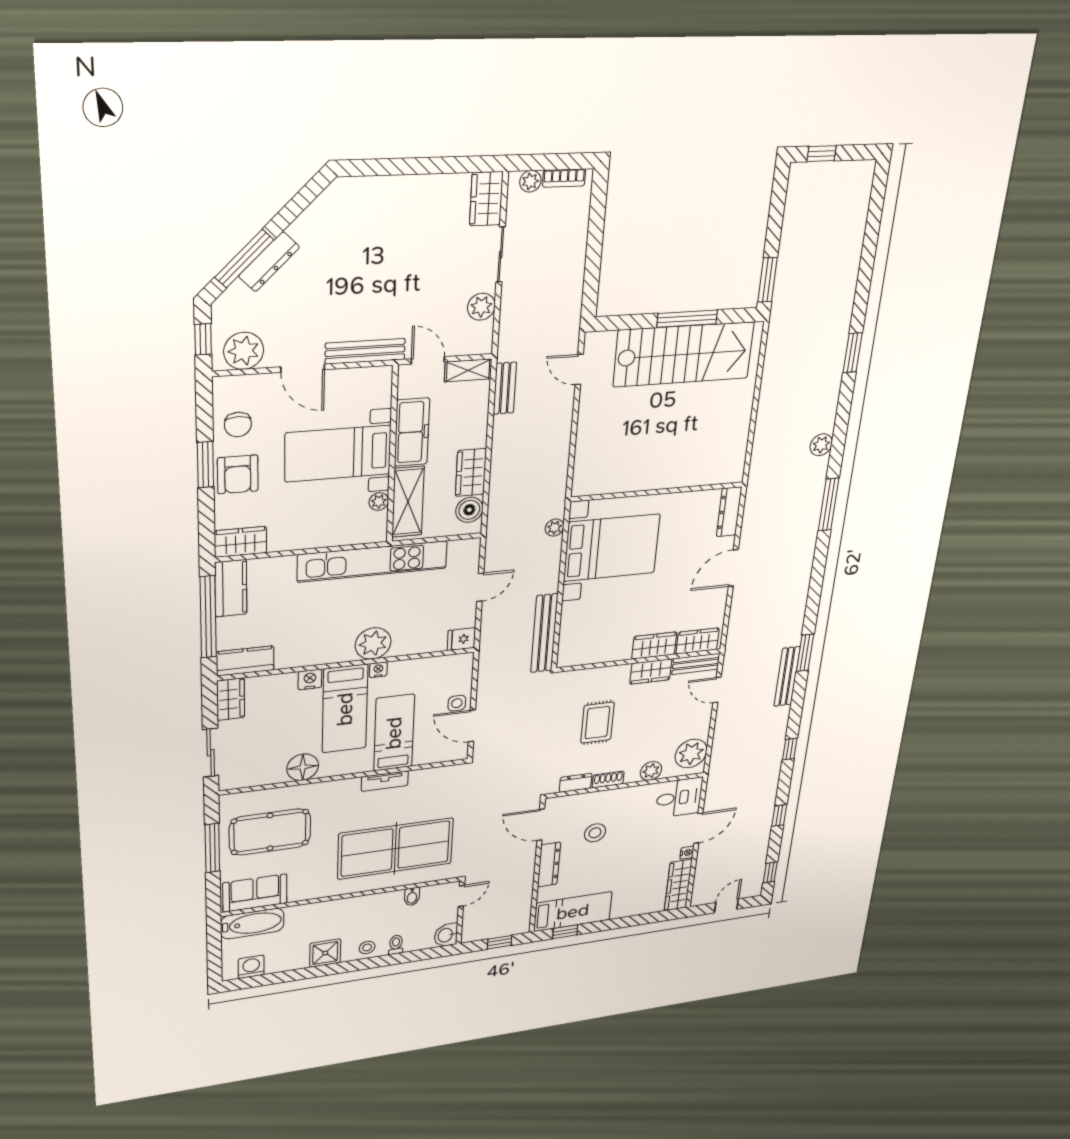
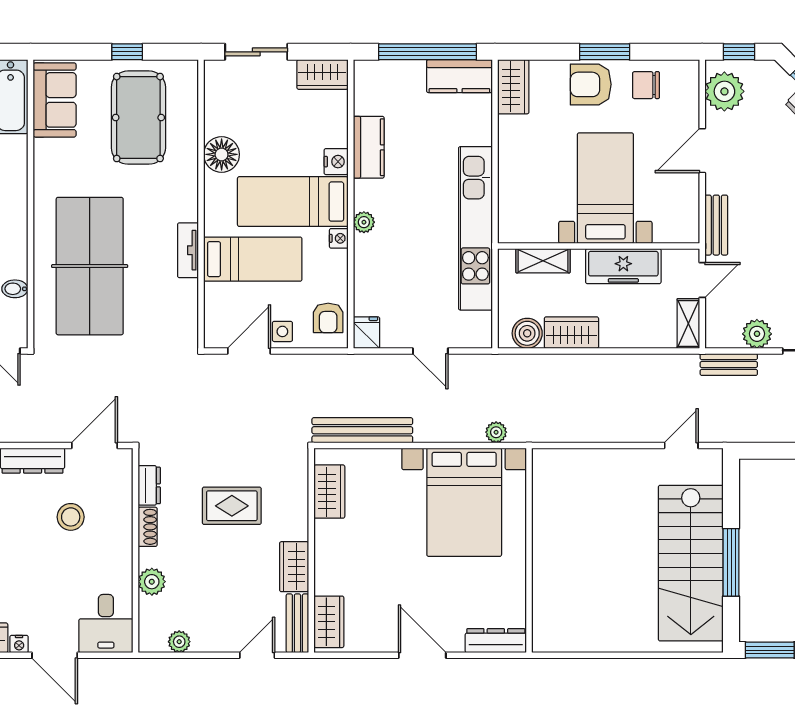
bench: (365, 351) -> (716, 225), width x0.73
bench: (505, 388) -> (729, 365), moved
plant: (379, 502) -> (546, 233), removed
shelving: (408, 502) -> (543, 261), width x0.67, depth x0.75
plant: (373, 644) -> (364, 222), width x0.53, depth x0.53
wardrobe: (654, 646) -> (329, 492), moved
kitchen counter: (245, 661) -> (369, 147), moved
armchair: (447, 670) -> (328, 318), added
plant: (691, 753) -> (179, 642), width x0.53, depth x0.53
window: (212, 848) -> (127, 52), width x0.46

